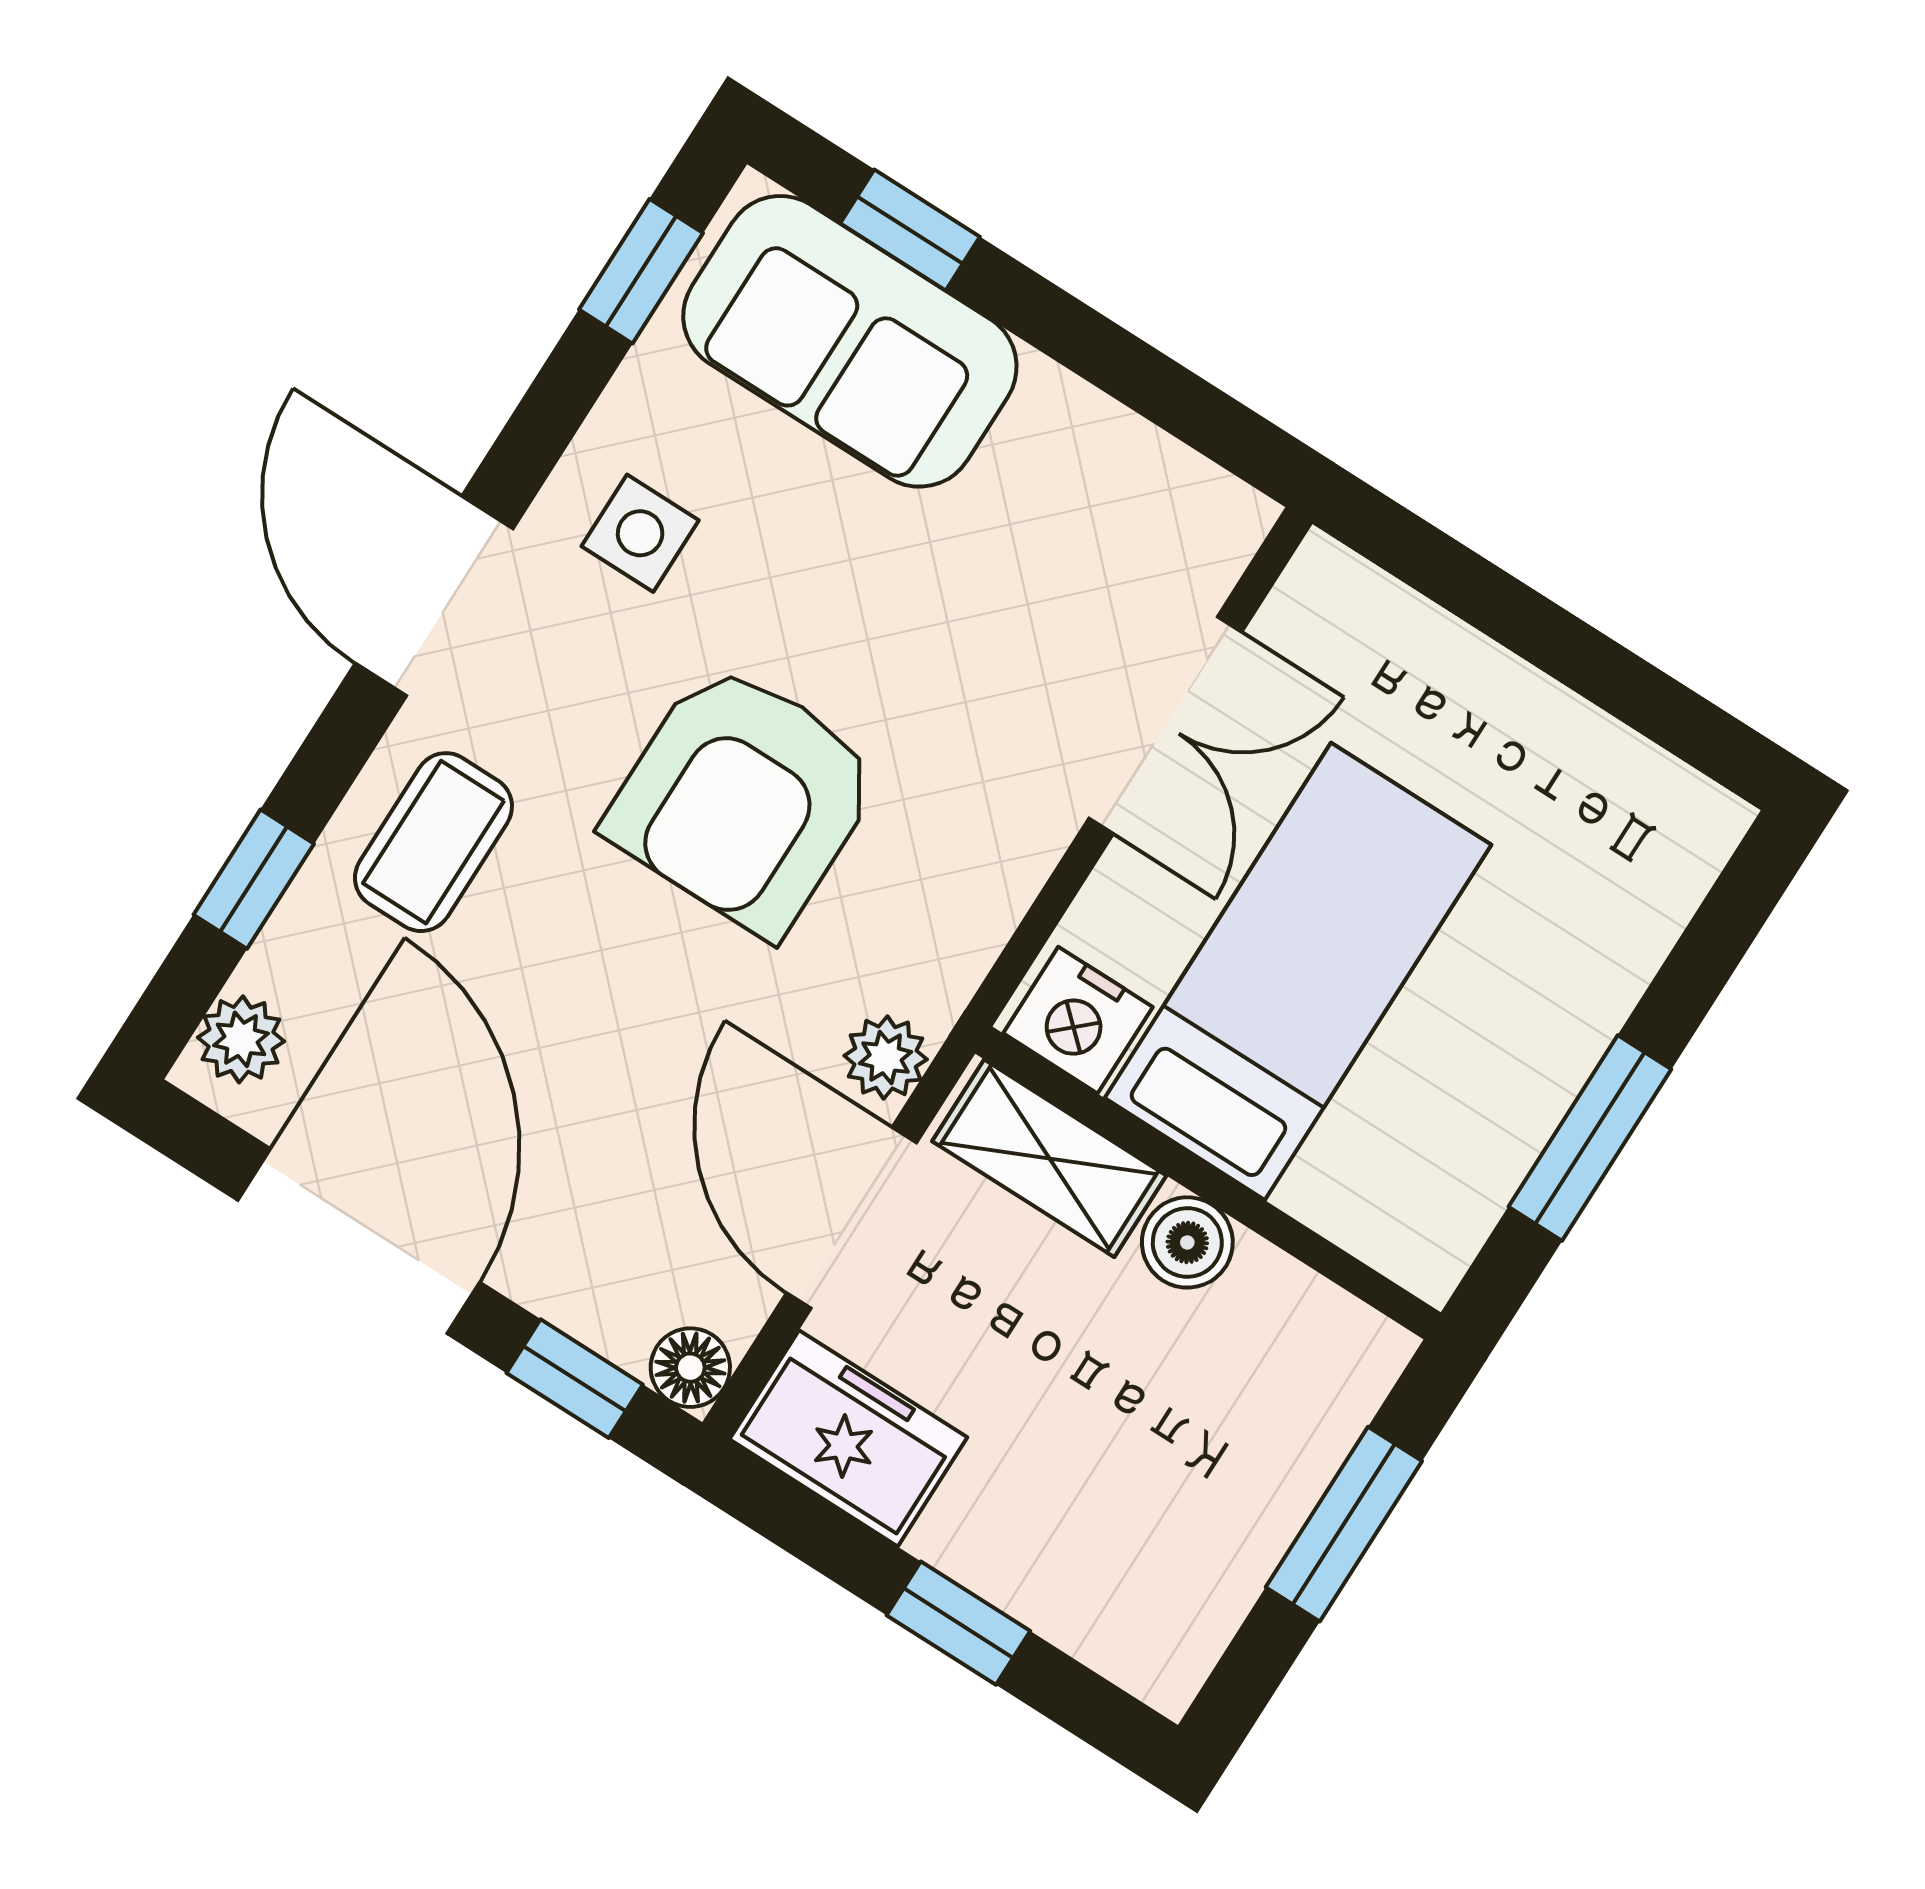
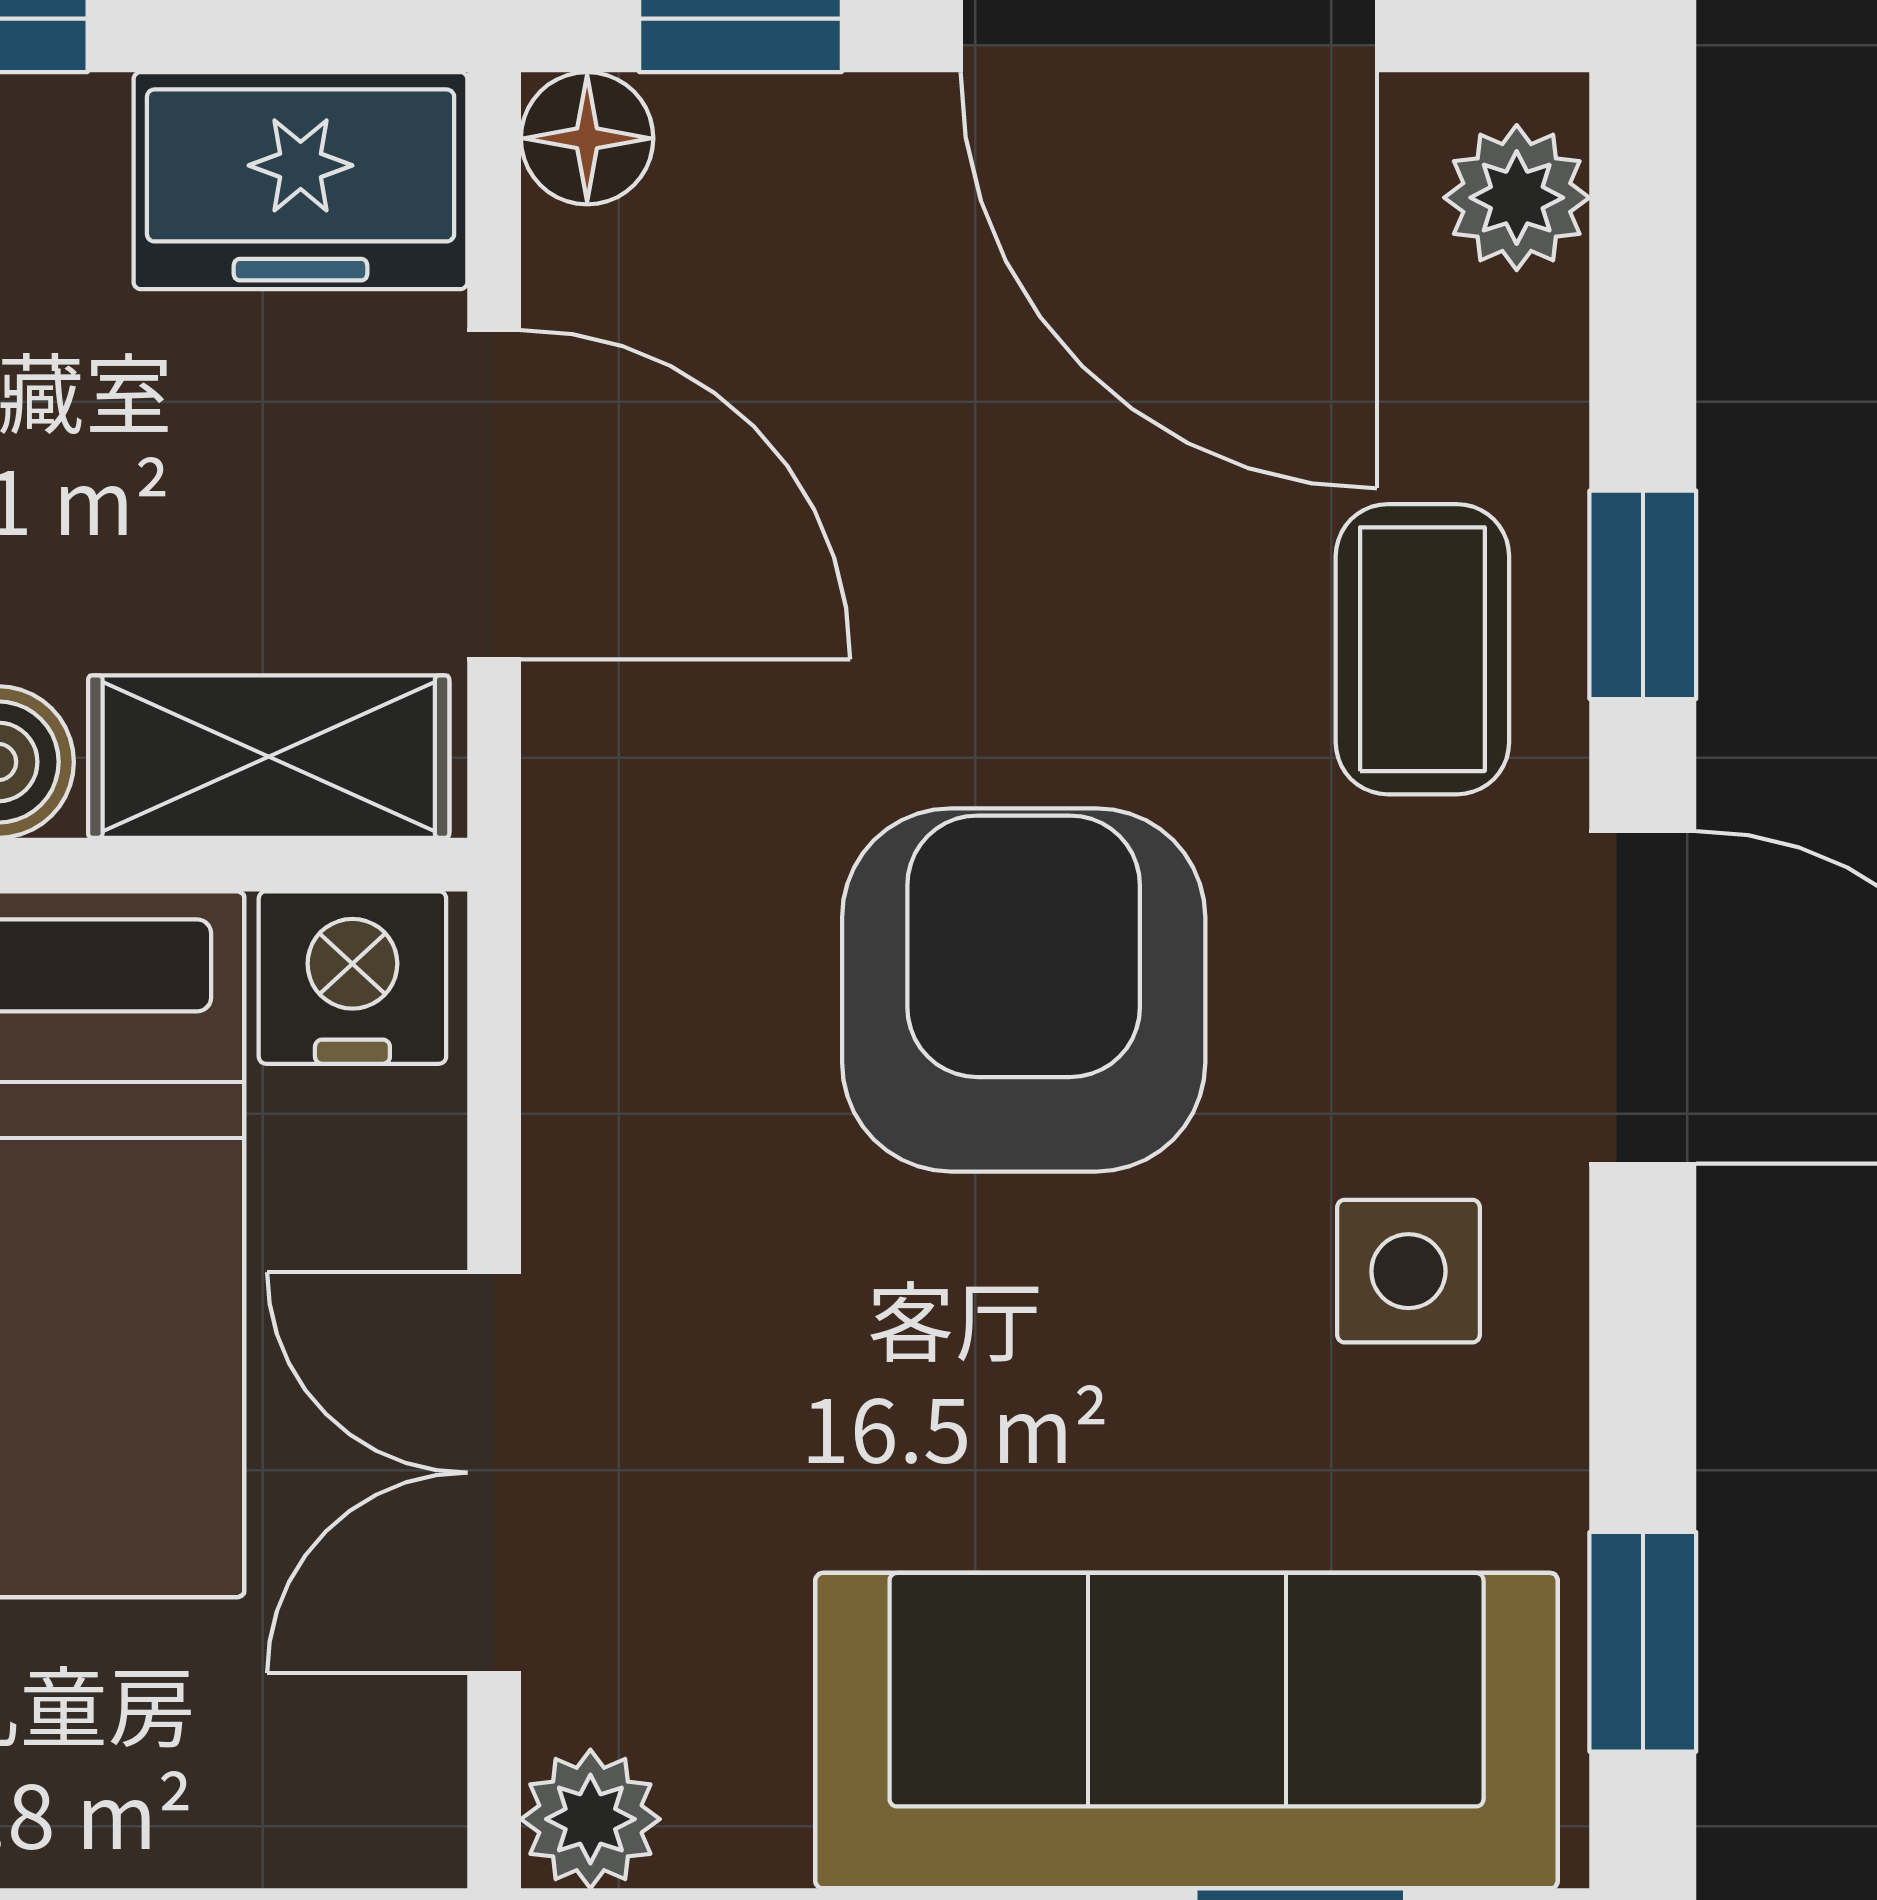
sofa: (850, 341) -> (1187, 1731), width x1.36
window: (254, 879) -> (1643, 595), moved
plant: (886, 1058) -> (590, 1819), moved

